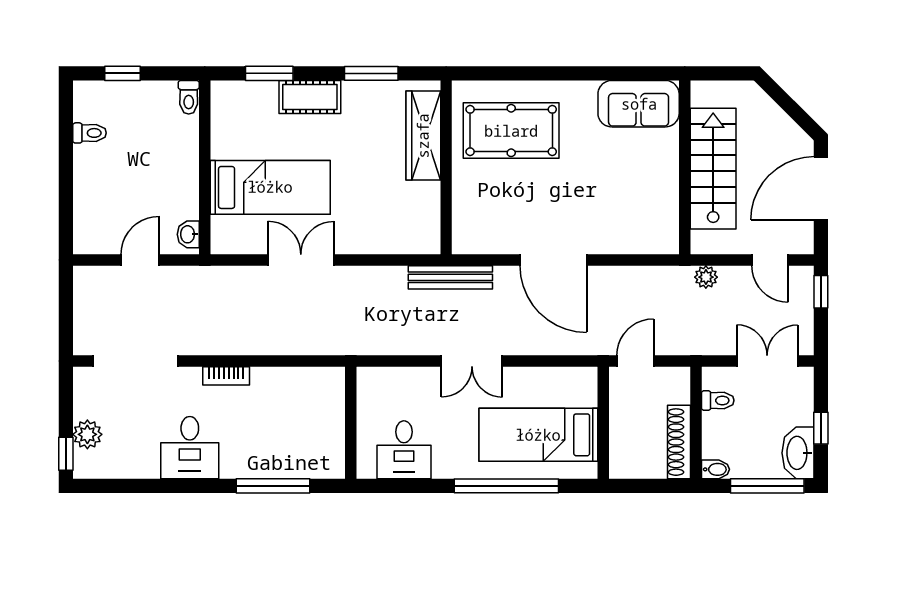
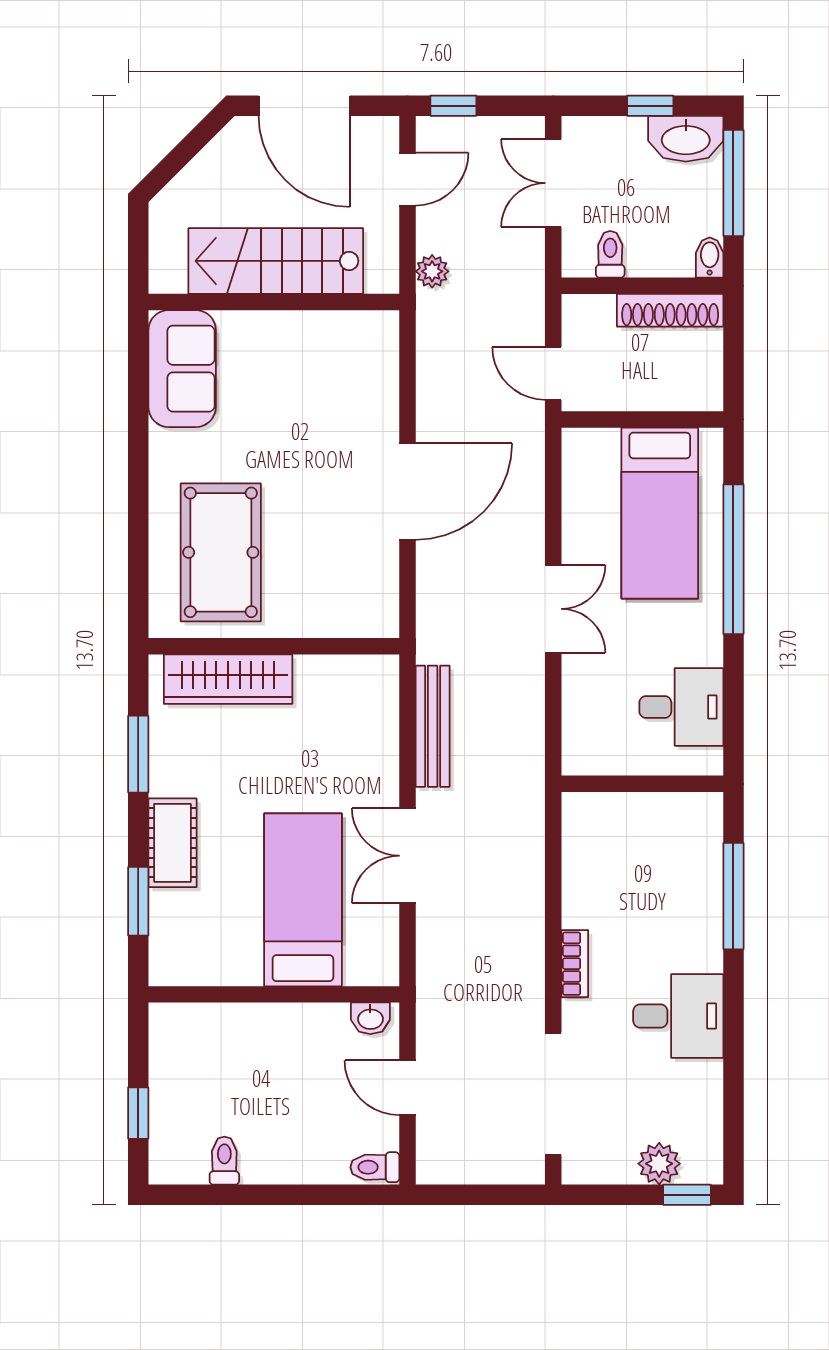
toilet: (189, 97) -> (375, 1167), moved, turned 180
bench: (450, 277) -> (433, 726), moved

